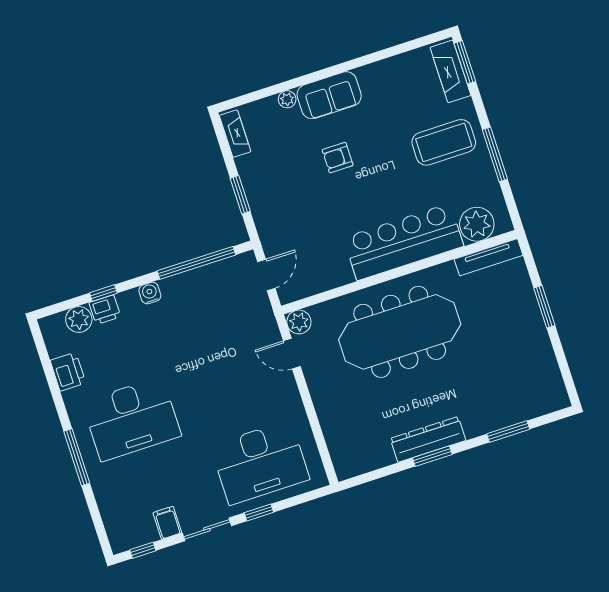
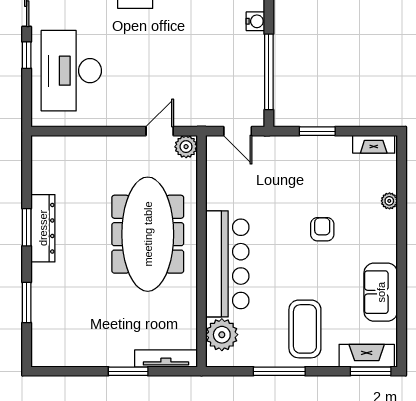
sofa: (329, 95) -> (381, 292), moved
tv unit: (489, 257) -> (166, 359), moved, turned 90

